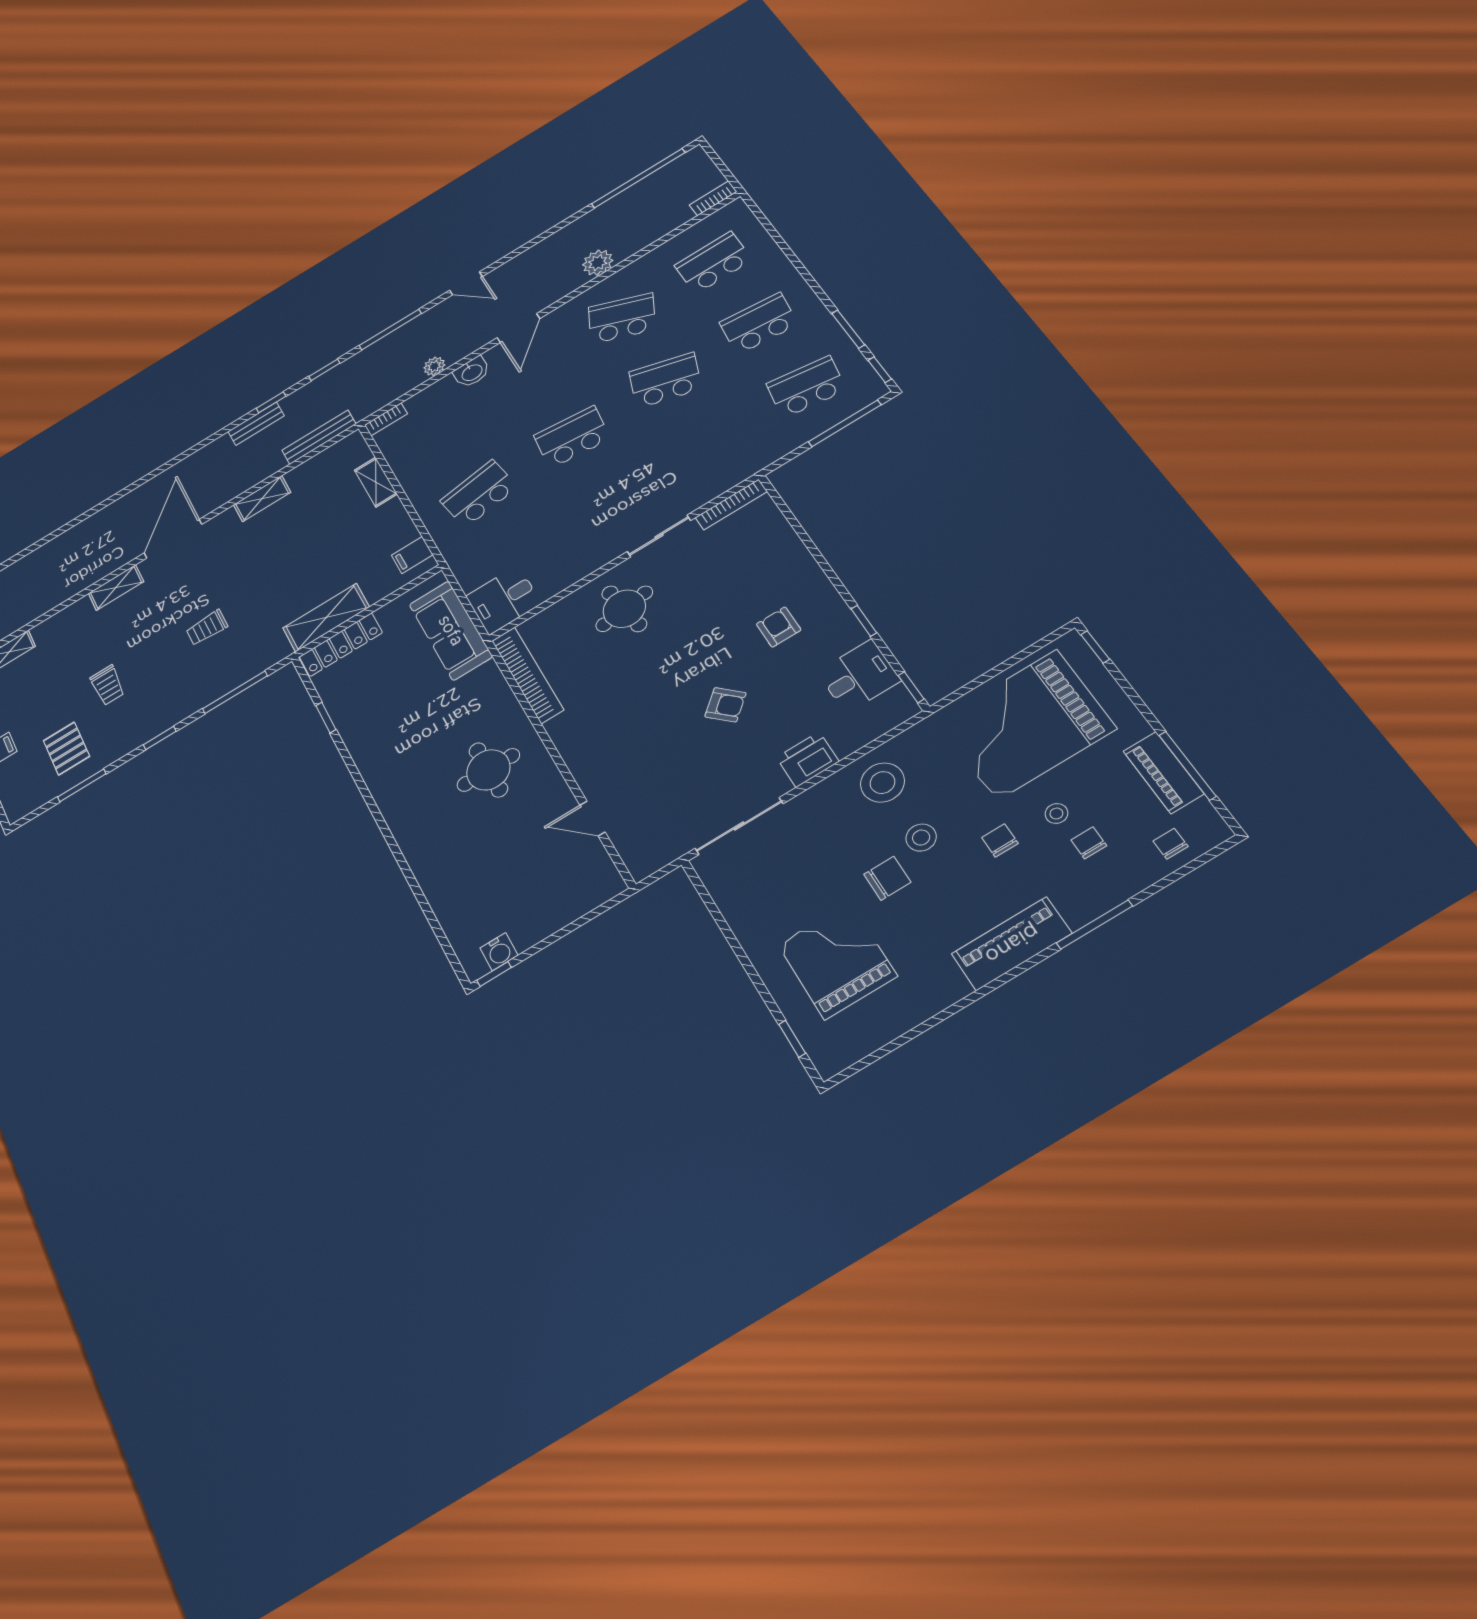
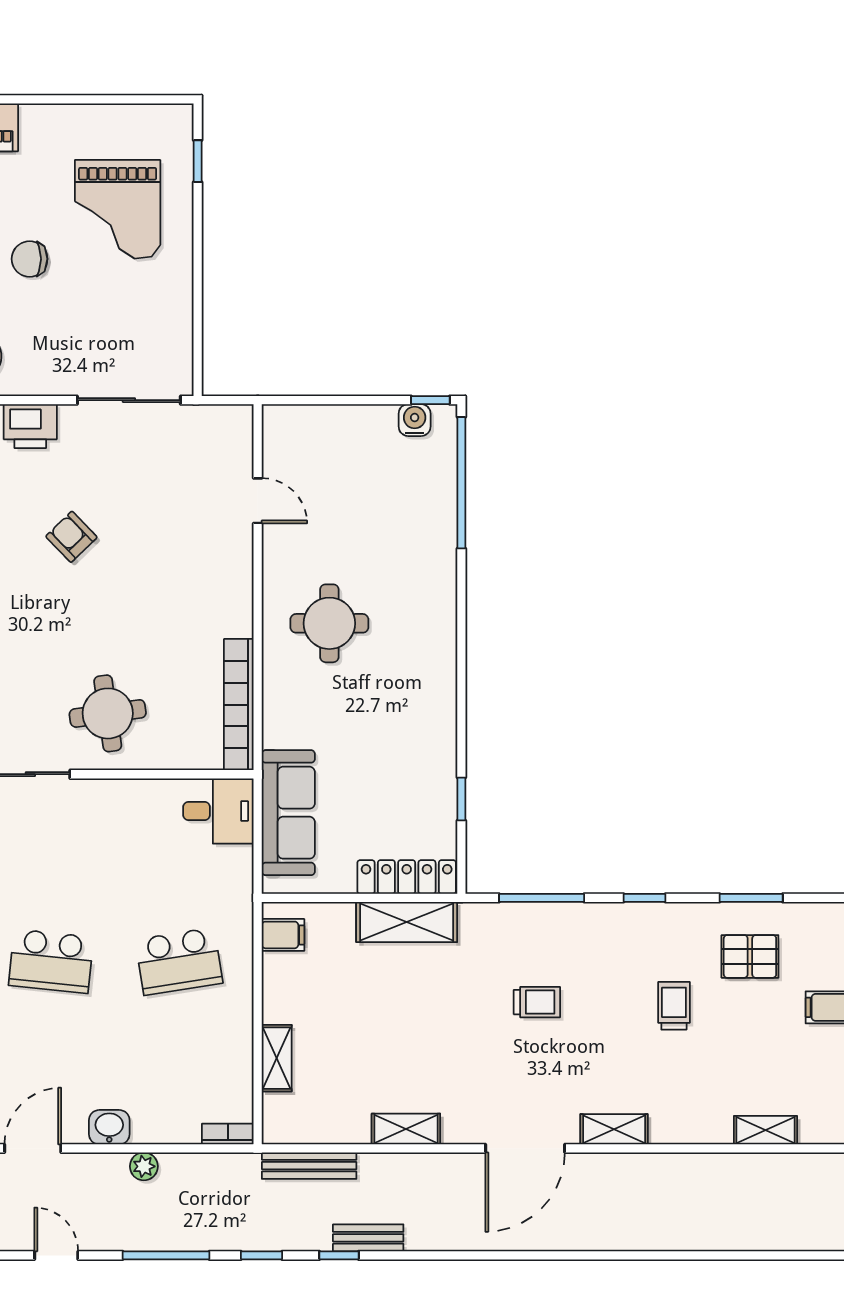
pallet: (66, 748) -> (750, 956), turned 90
window: (437, 929) -> (461, 483), added

